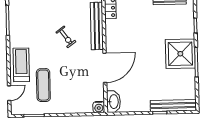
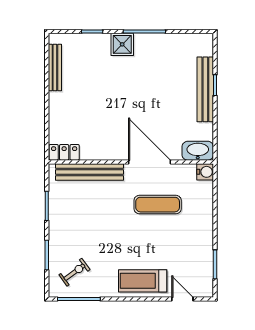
exercise bike: (66, 37) -> (74, 272), moved
shower: (180, 54) -> (122, 44), width x0.54, depth x0.54
exercise mat: (43, 85) -> (158, 205), moved
bench: (173, 106) -> (205, 89), moved

